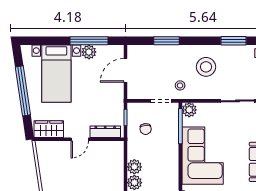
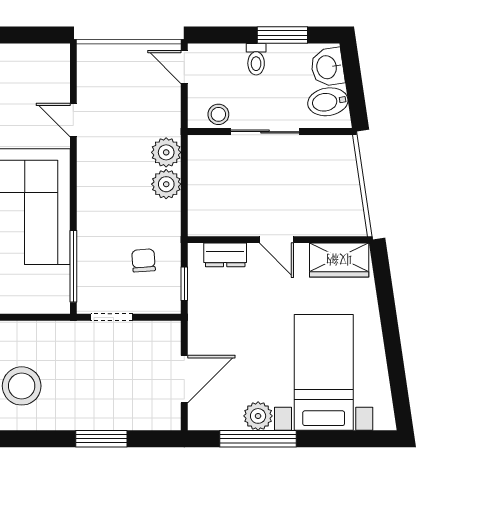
stool: (180, 85) -> (74, 348), removed
window: (23, 91) -> (391, 337), removed
plant: (189, 110) -> (55, 299), removed
dresser: (105, 132) -> (225, 255), width x0.70
door: (80, 139) -> (277, 240), swing flipped

